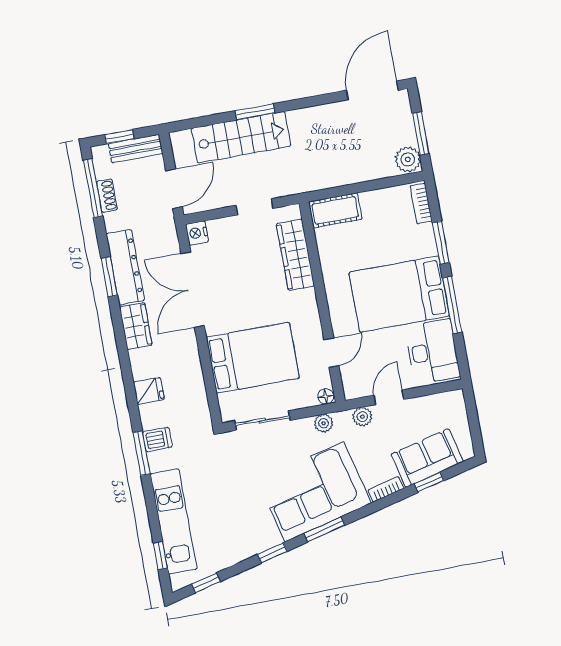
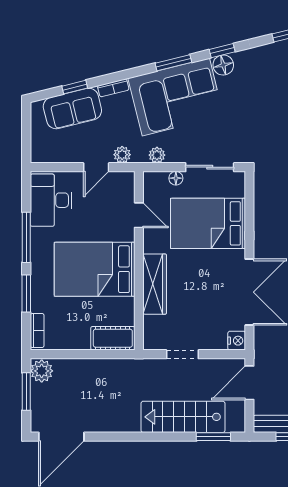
window: (255, 112) -> (213, 437), moved
wardrobe: (295, 255) -> (155, 284), moved
bed: (399, 294) -> (95, 269), moved, turned 180
door: (331, 353) -> (139, 215), swing flipped
floor lamp: (326, 396) -> (176, 178), moved
floor lamp: (268, 537) -> (223, 65), added

